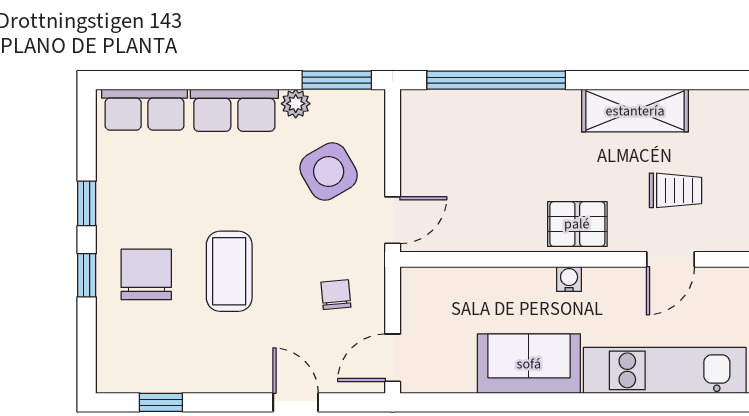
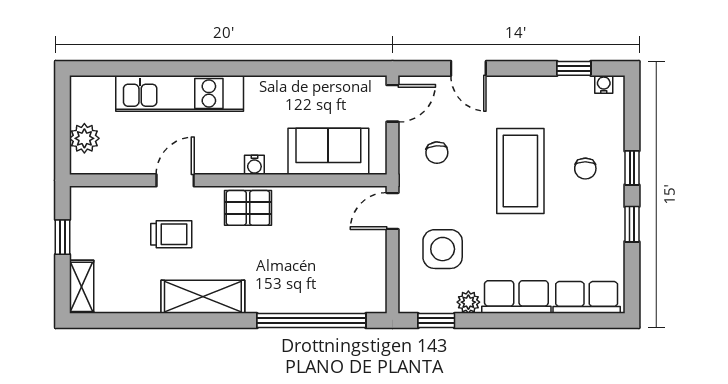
window: (337, 80) -> (436, 321), width x0.67
side table: (329, 172) -> (443, 249), turned 30
trolley: (675, 190) -> (171, 234), turned 180
coffee table: (229, 271) -> (520, 171), width x1.36, depth x1.32
chair: (146, 274) -> (585, 169), width x0.54, depth x0.54
sofa: (529, 364) -> (328, 151), moved, turned 180
water cooler: (123, 382) -> (604, 84), added

